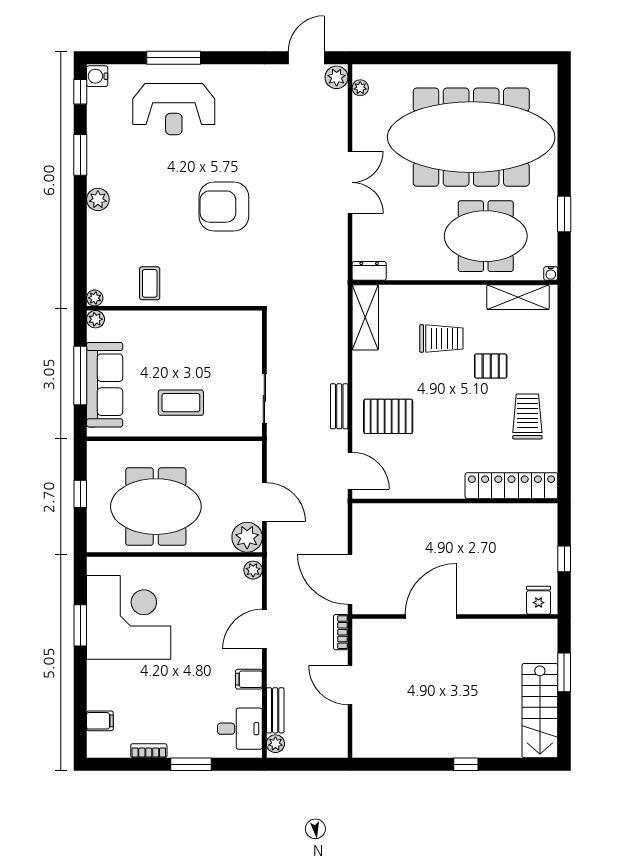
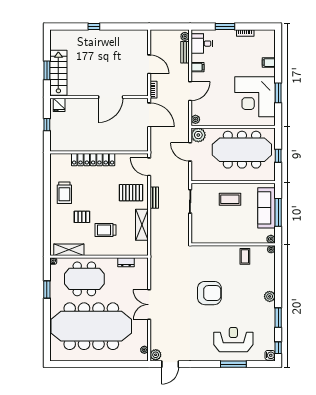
dresser: (369, 271) -> (126, 262), moved
shelving: (365, 317) -> (142, 225), moved
locker: (511, 486) -> (93, 160), moved
meeting table: (156, 507) -> (242, 150), width x1.36
stairs: (540, 711) -> (58, 73), moved
filing cabinet: (100, 721) -> (269, 63), moved

